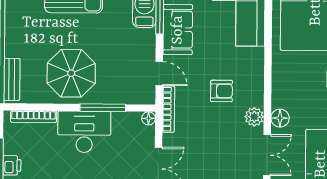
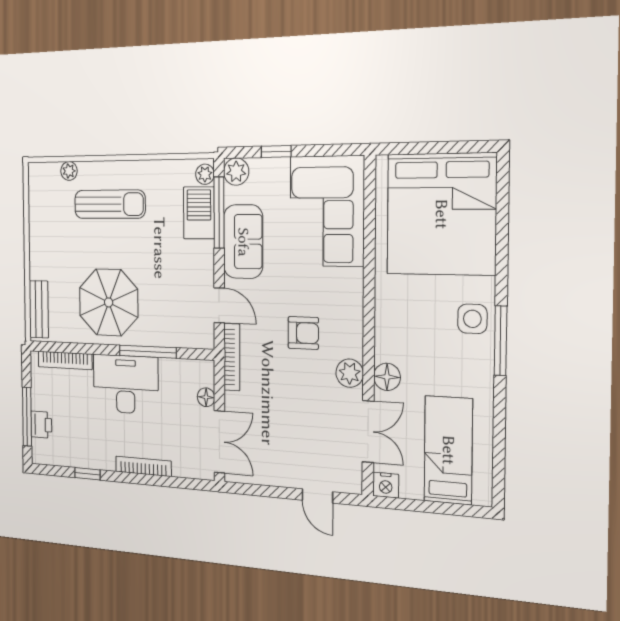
floor lamp: (149, 118) -> (206, 397), moved

